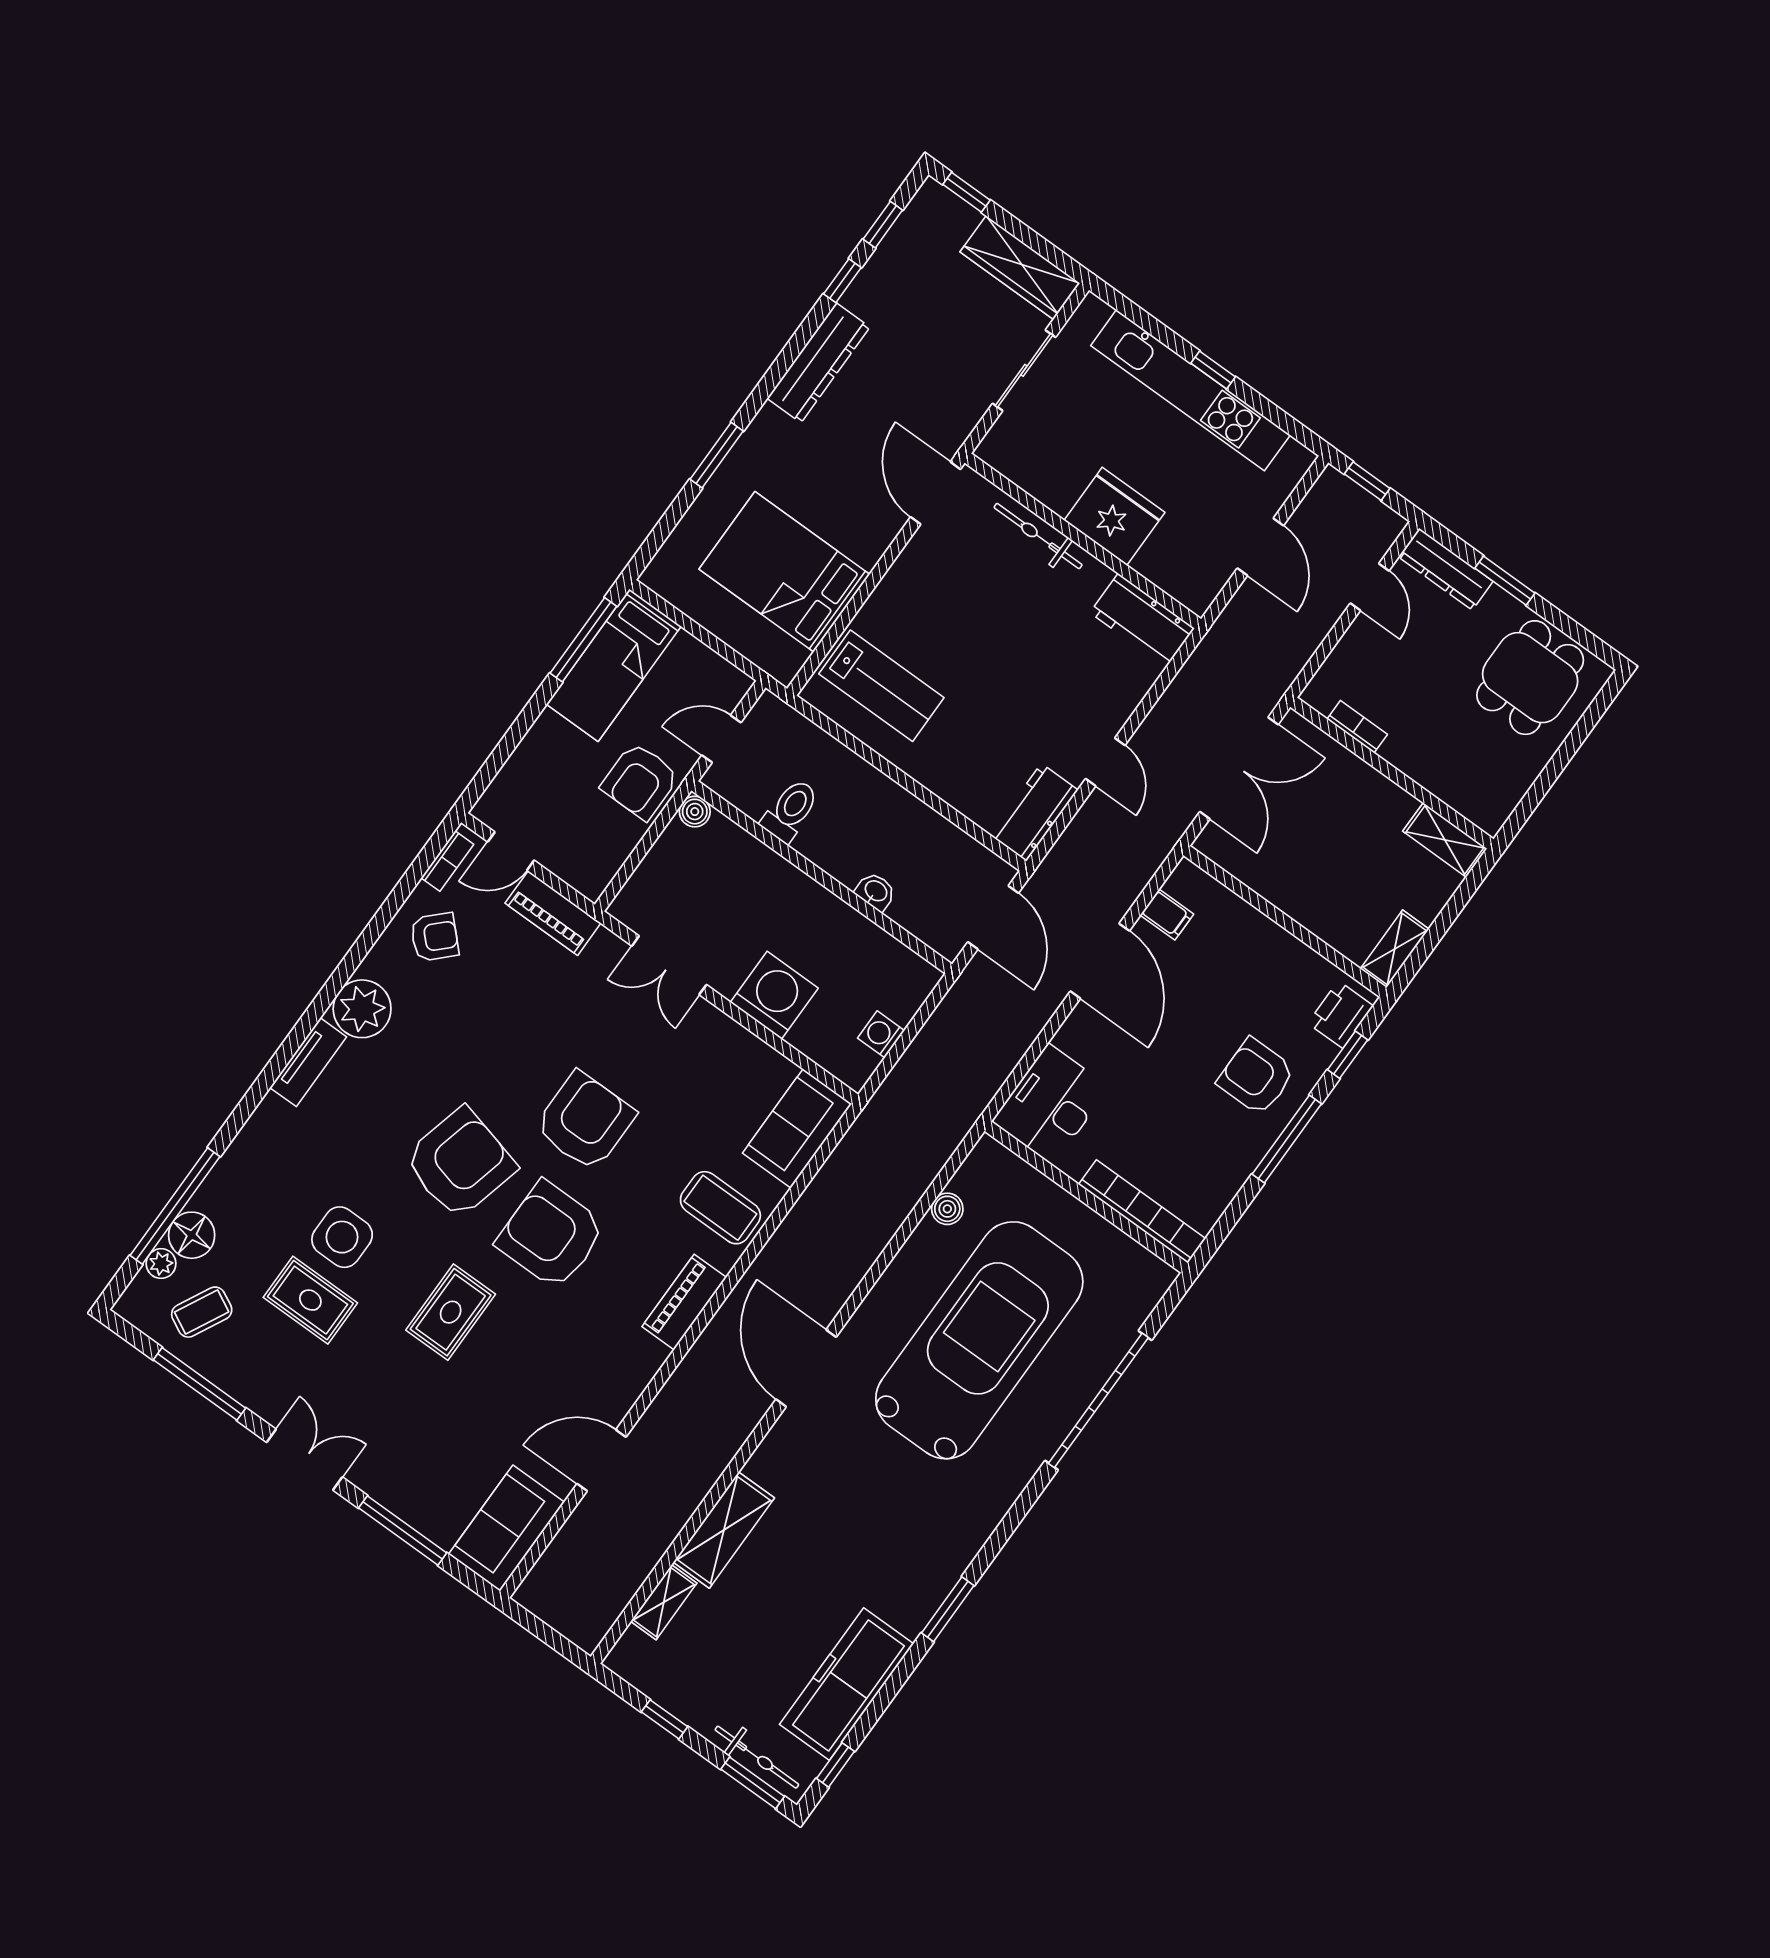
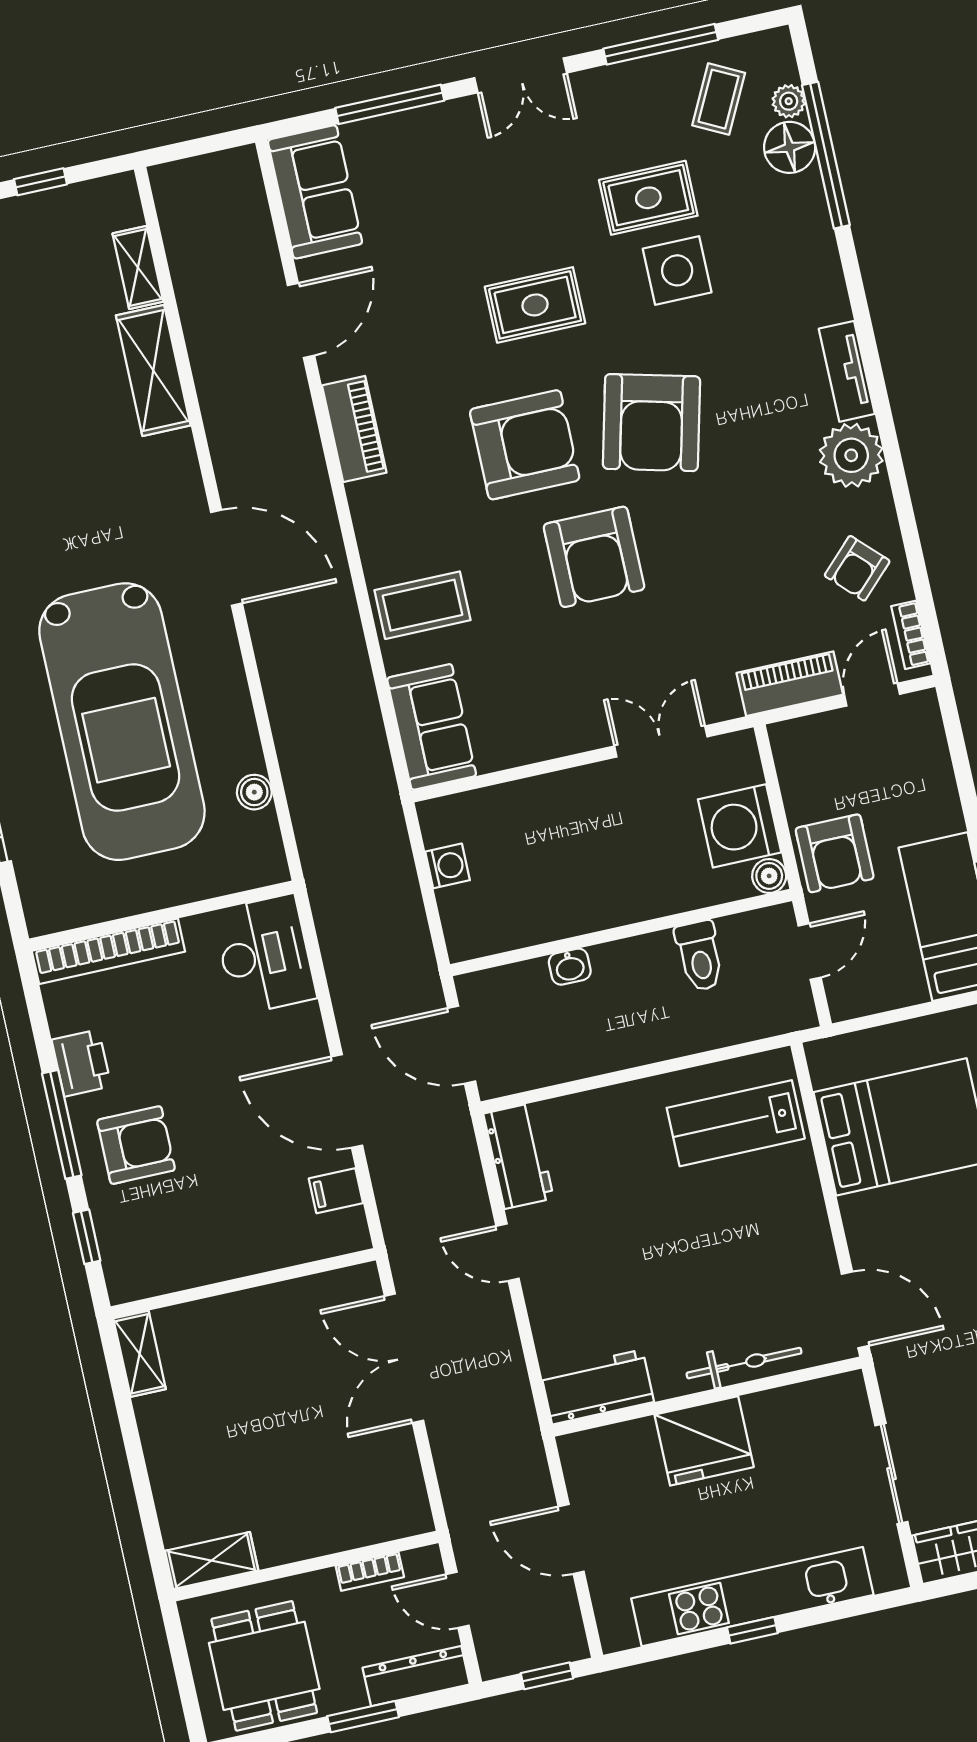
bookcase: (1357, 727) -> (370, 1571), moved
wall: (1392, 773) -> (306, 1566), moved
armchair: (640, 781) -> (835, 853), turned 180
shelving: (1445, 840) -> (212, 1561), moved
washing machine: (774, 995) -> (740, 826), moved, turned 90
printer: (1341, 1015) -> (81, 1063), moved
piano: (684, 1302) -> (354, 429), moved
rug: (451, 1312) -> (535, 305), turned 90

